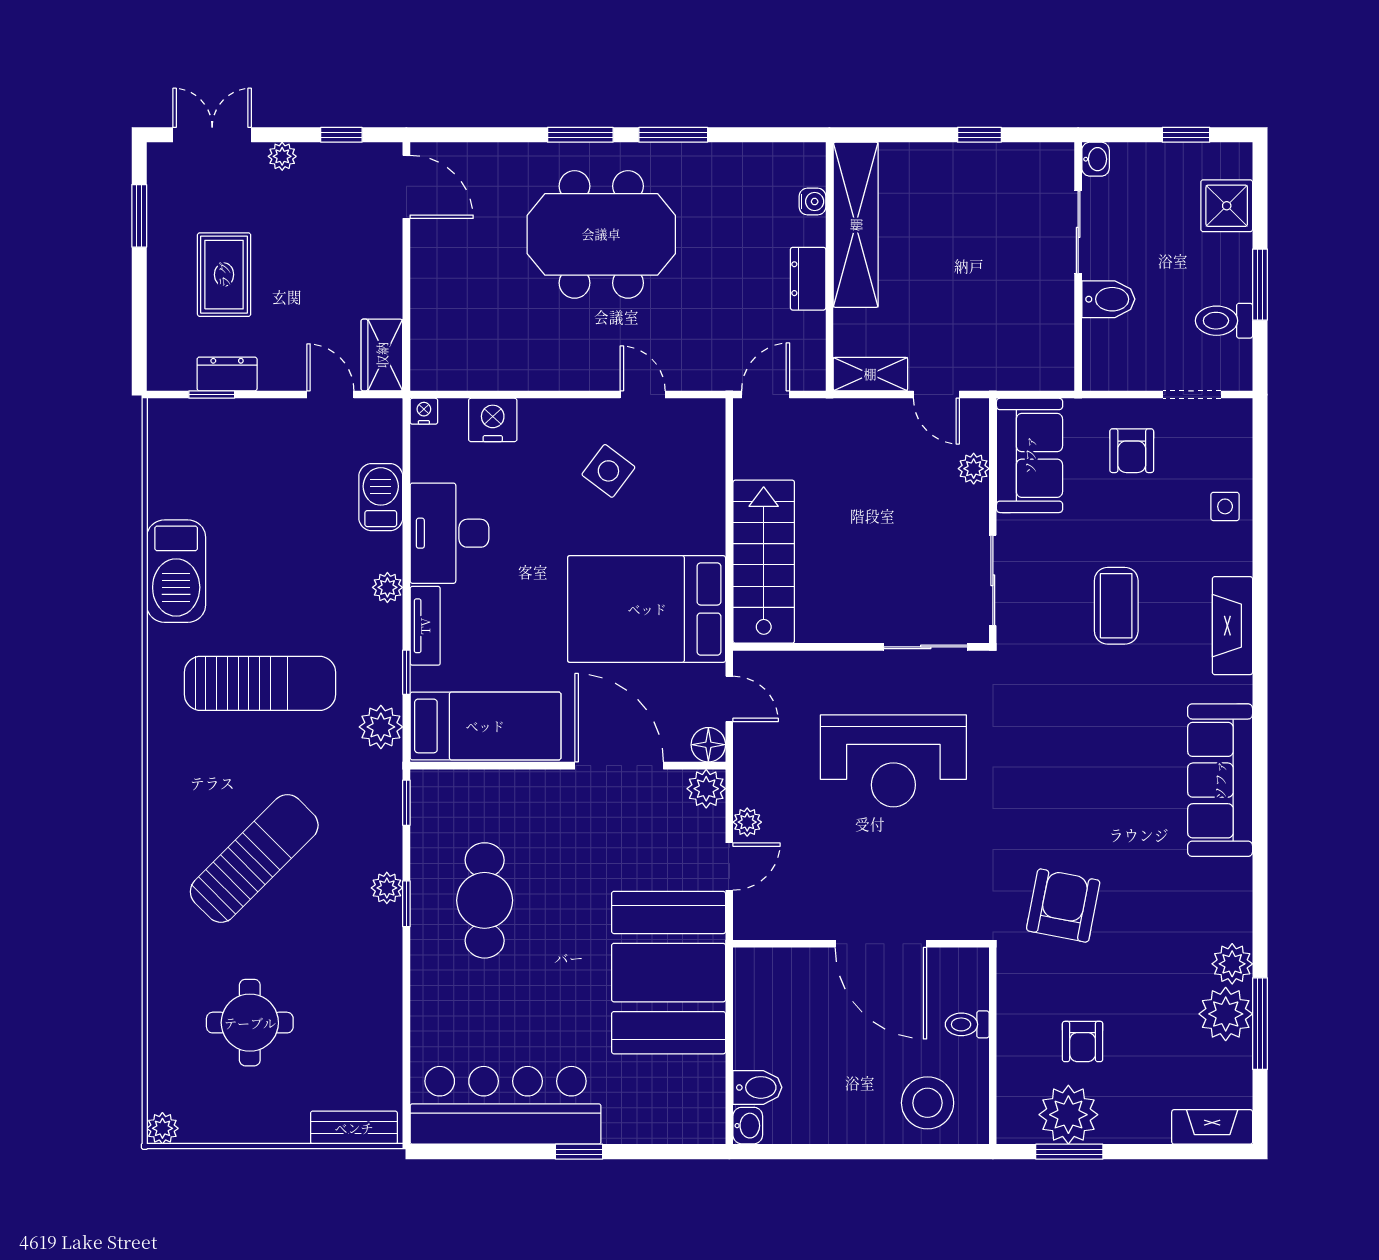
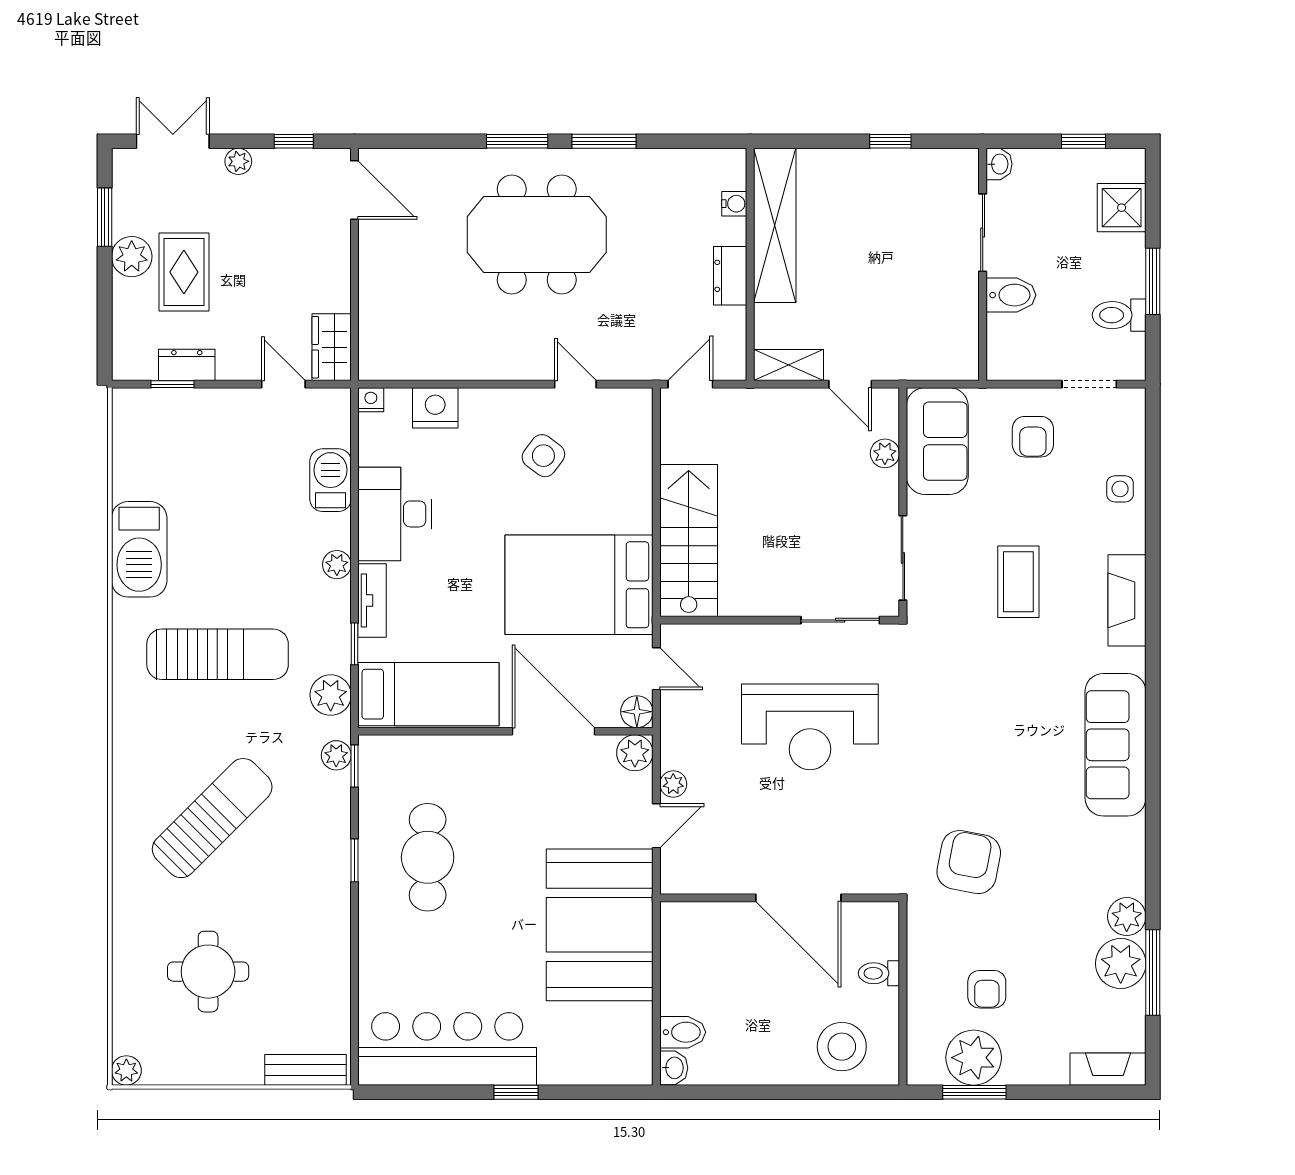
plant: (168, 258) -> (132, 257), added
plant: (387, 888) -> (336, 755), moved

